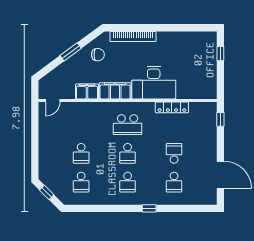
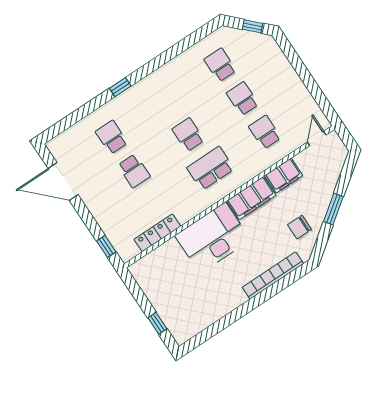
locker: (172, 107) -> (157, 233), moved
school desk: (128, 182) -> (265, 132), moved

